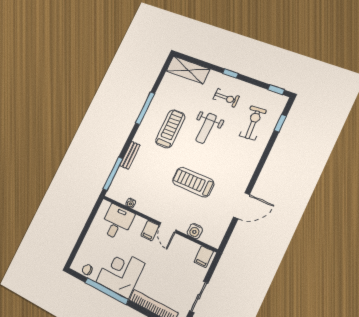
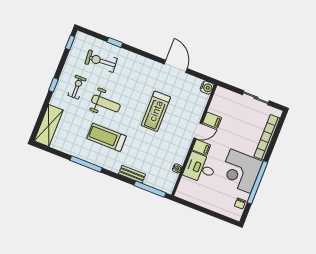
window: (280, 123) -> (115, 42), moved
desk: (117, 222) -> (200, 168), moved
water cooler: (195, 231) -> (207, 88), moved
filing cabinet: (204, 257) -> (212, 120), moved

